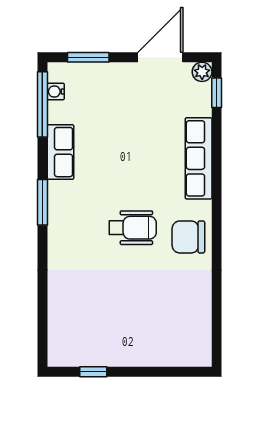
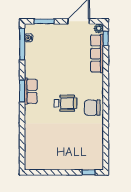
row of seats: (60, 152) -> (31, 91), moved
row of seats: (199, 158) -> (97, 54), moved
window: (93, 372) -> (89, 172), moved

